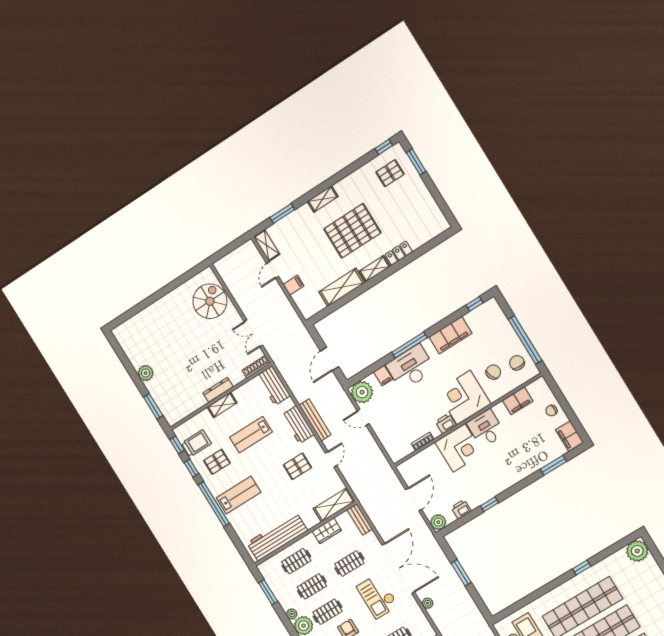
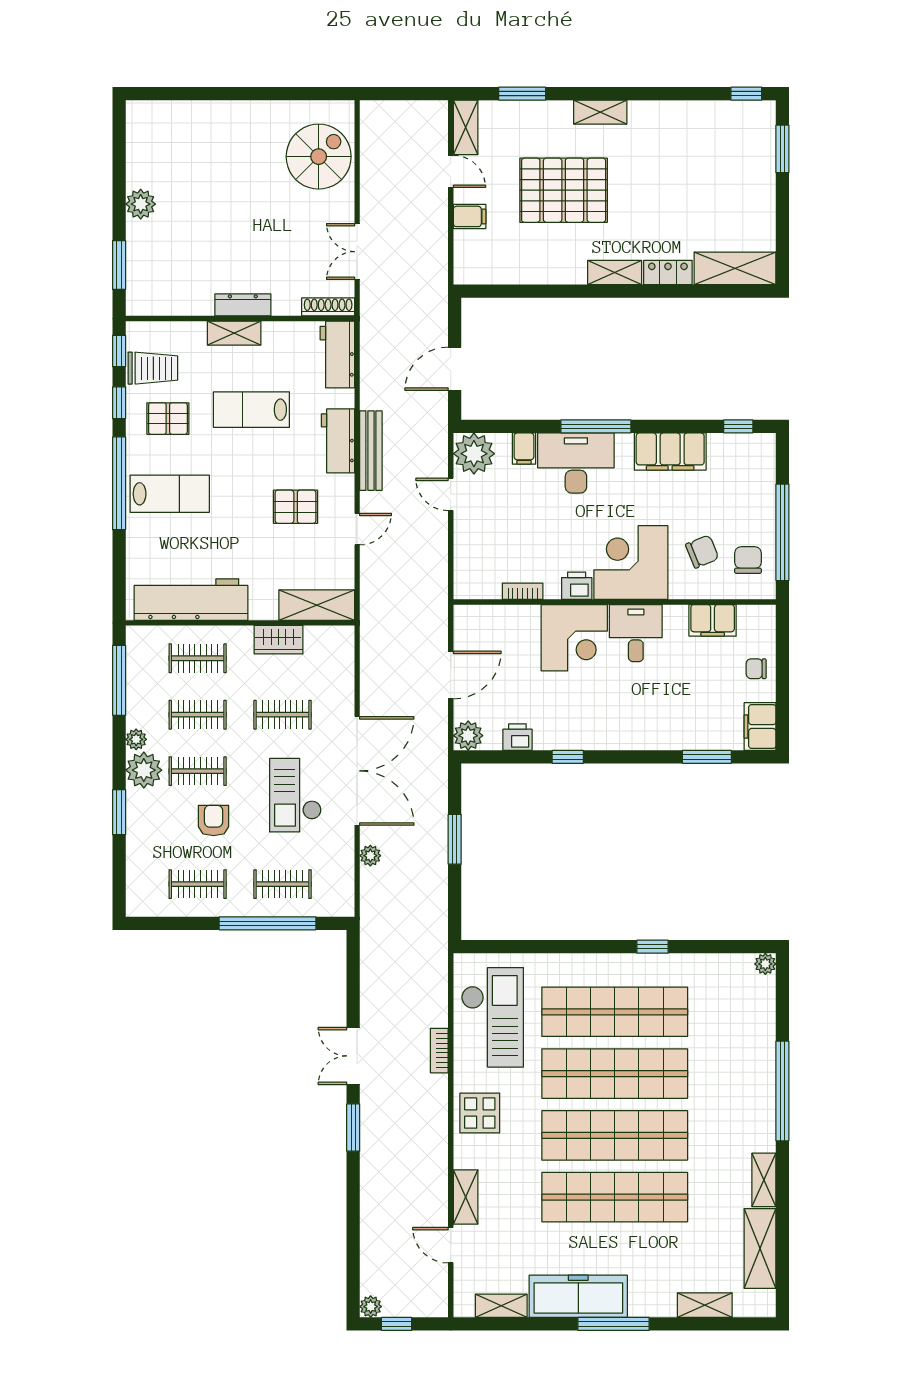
pallet: (390, 173) -> (731, 140), removed
pallet: (352, 231) -> (564, 190), moved
door: (272, 270) -> (451, 171), swing flipped
shelving: (342, 287) -> (735, 268), moved
bench: (360, 519) -> (344, 654), removed
plant: (637, 551) -> (765, 964), width x0.53, depth x0.53
window: (268, 592) -> (119, 680), width x1.44

